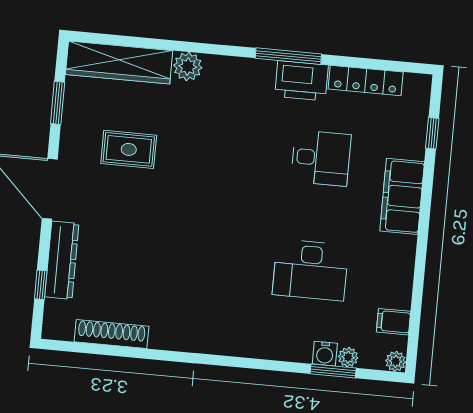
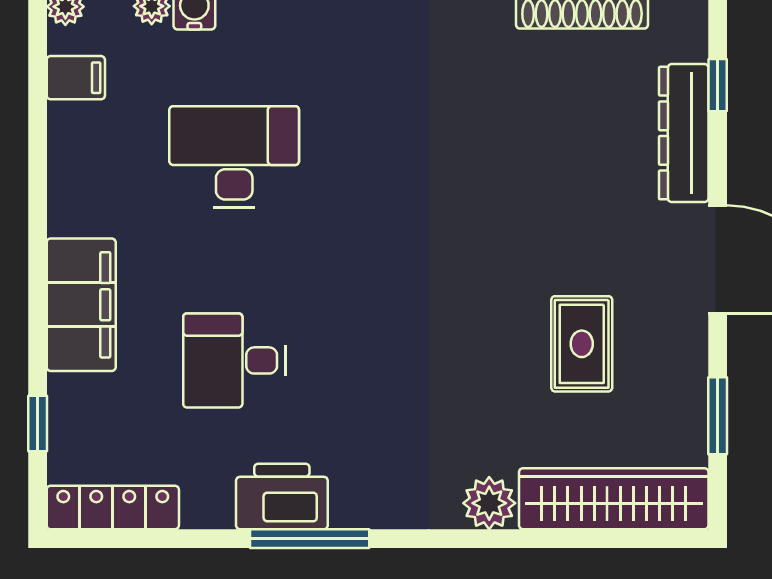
locker: (366, 81) -> (113, 507), moved
rug: (129, 149) -> (582, 344), turned 90

